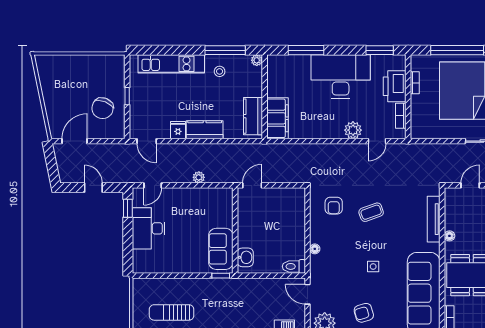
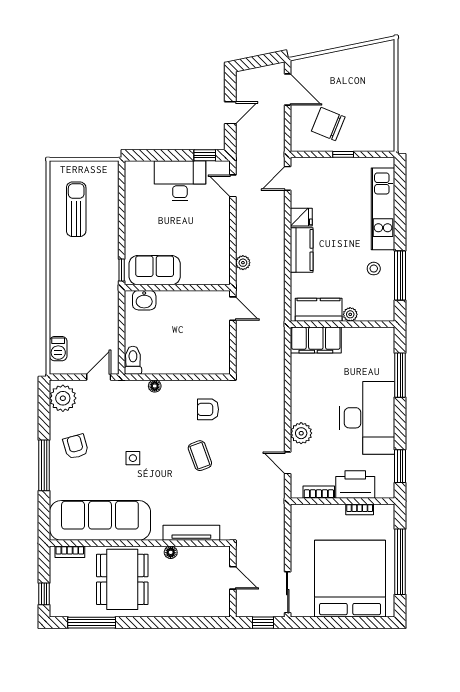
plant: (257, 60) -> (350, 314), moved
plant: (199, 177) -> (243, 263), moved

